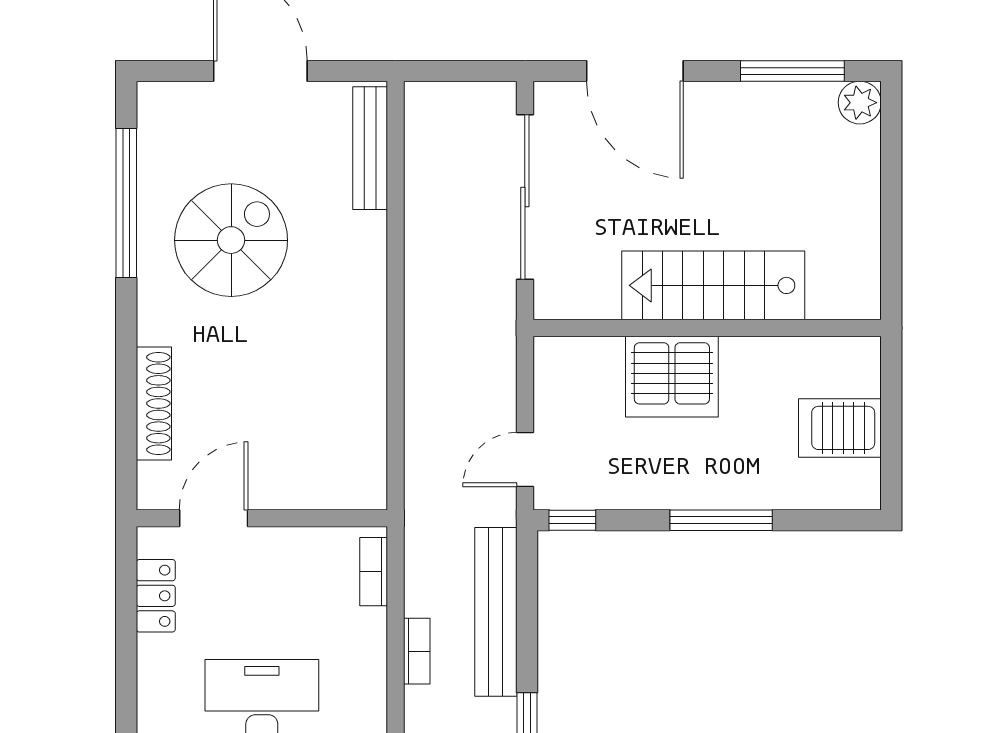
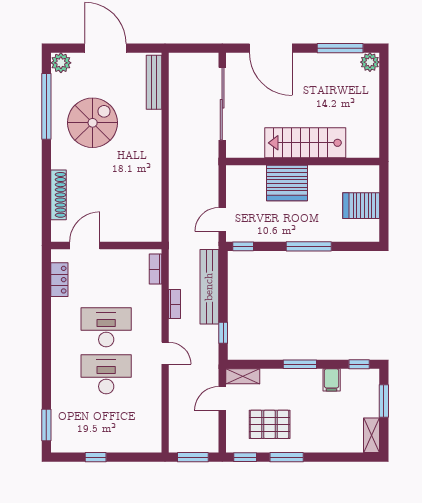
plant: (159, 104) -> (61, 63), added

